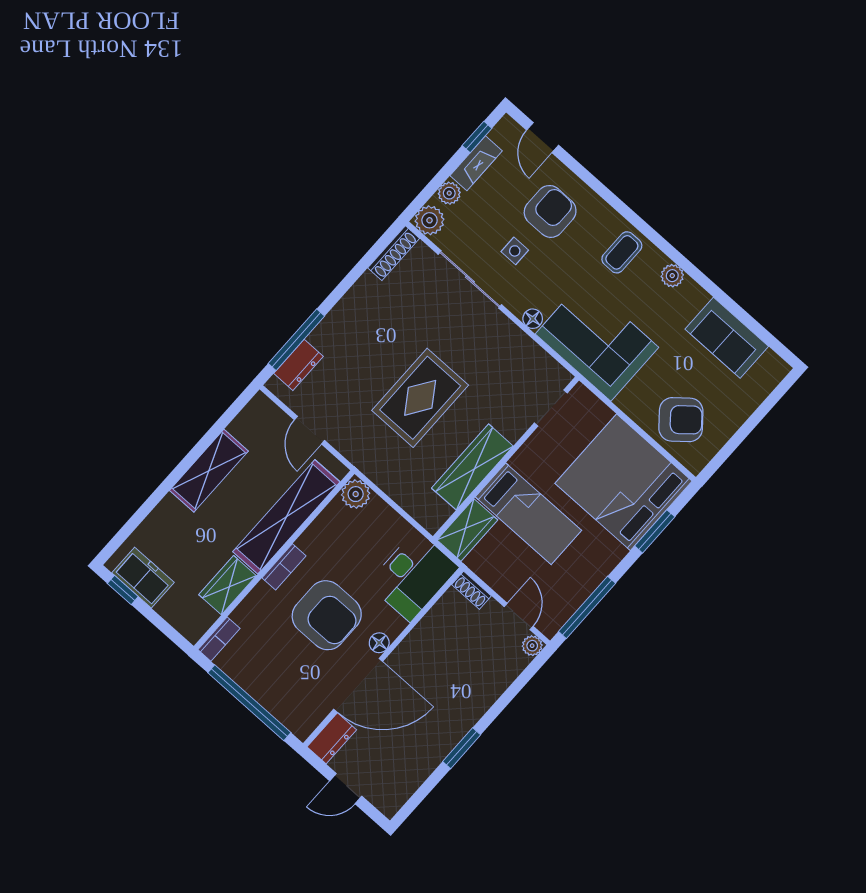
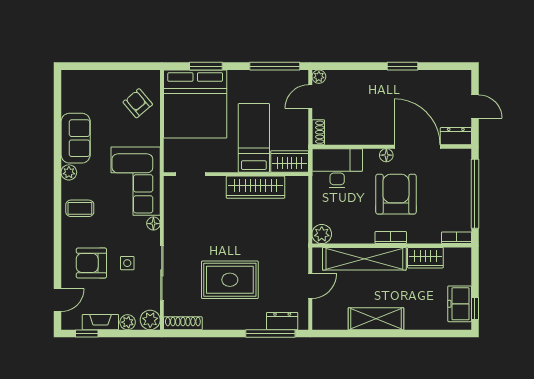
sofa: (727, 338) -> (76, 138), moved
rug: (420, 398) -> (230, 280), moved
armchair: (681, 420) -> (138, 103), width x0.72, depth x0.72

